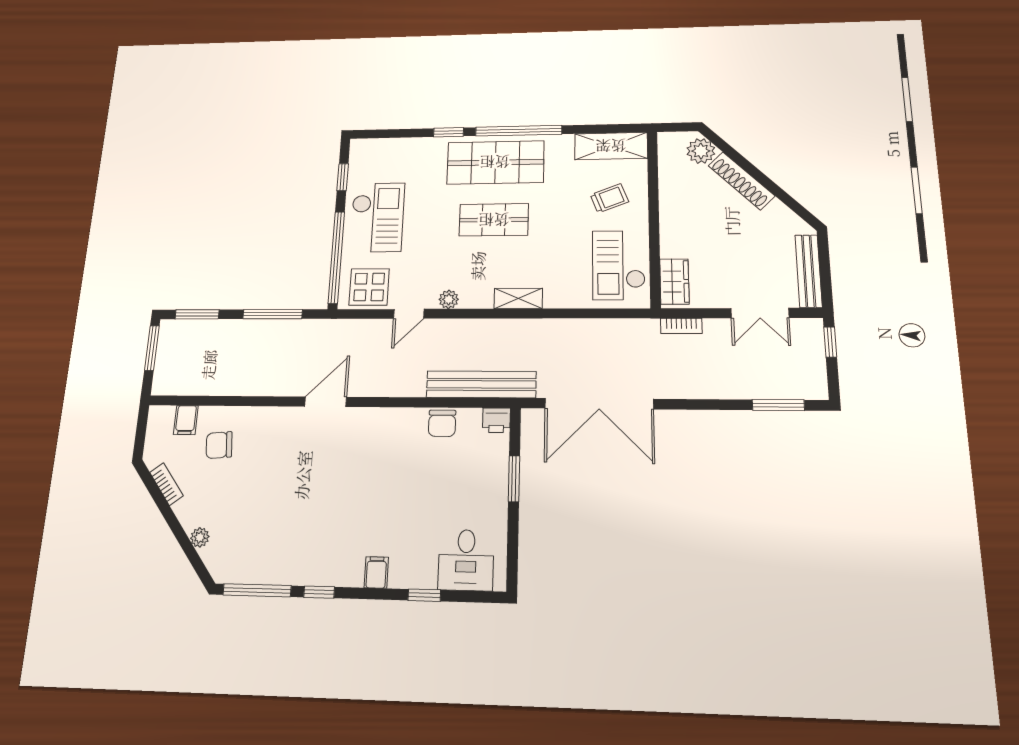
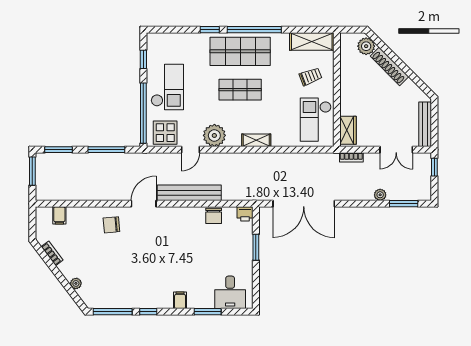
plant: (449, 299) -> (214, 135), width x1.88, depth x1.88
bench: (481, 384) -> (189, 193), moved
plant: (735, 389) -> (380, 195), added
chair: (219, 445) -> (111, 225), moved
window: (424, 595) -> (208, 312), width x1.50

